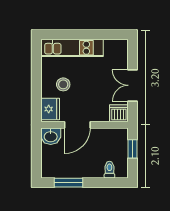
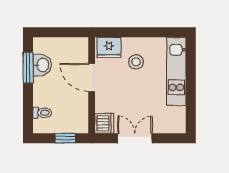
washbasin: (51, 136) -> (42, 65), moved, turned 180

